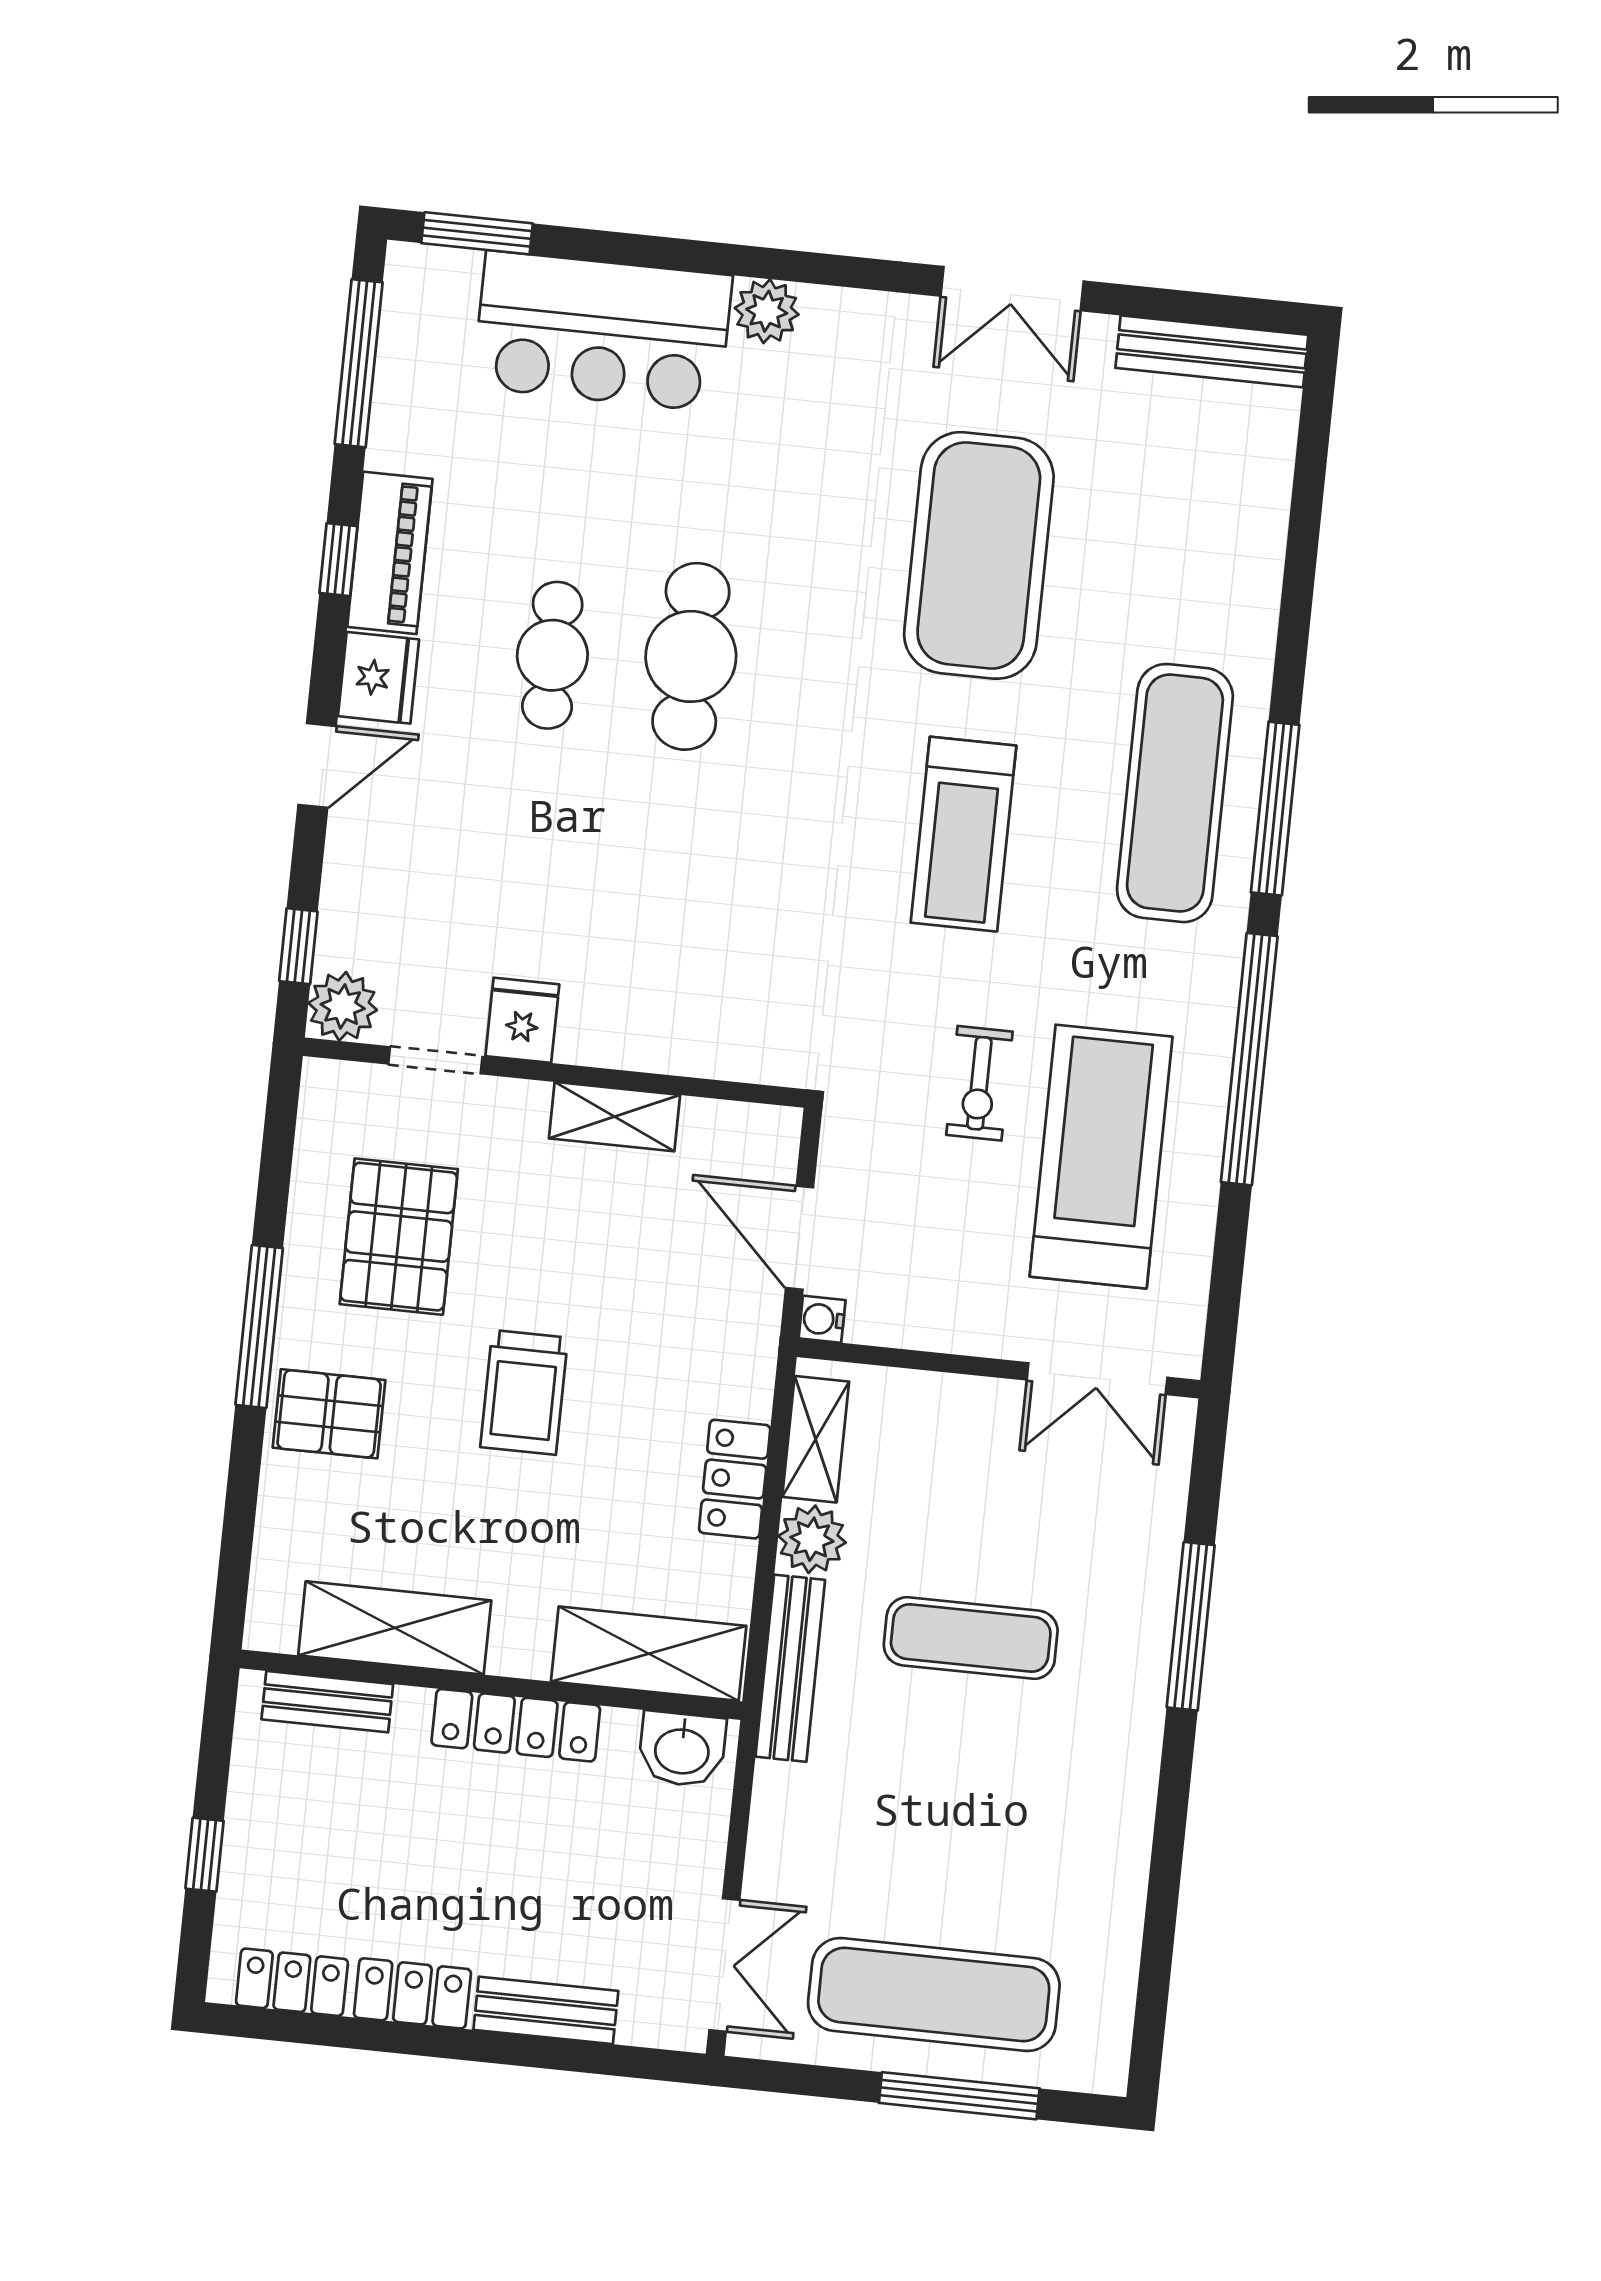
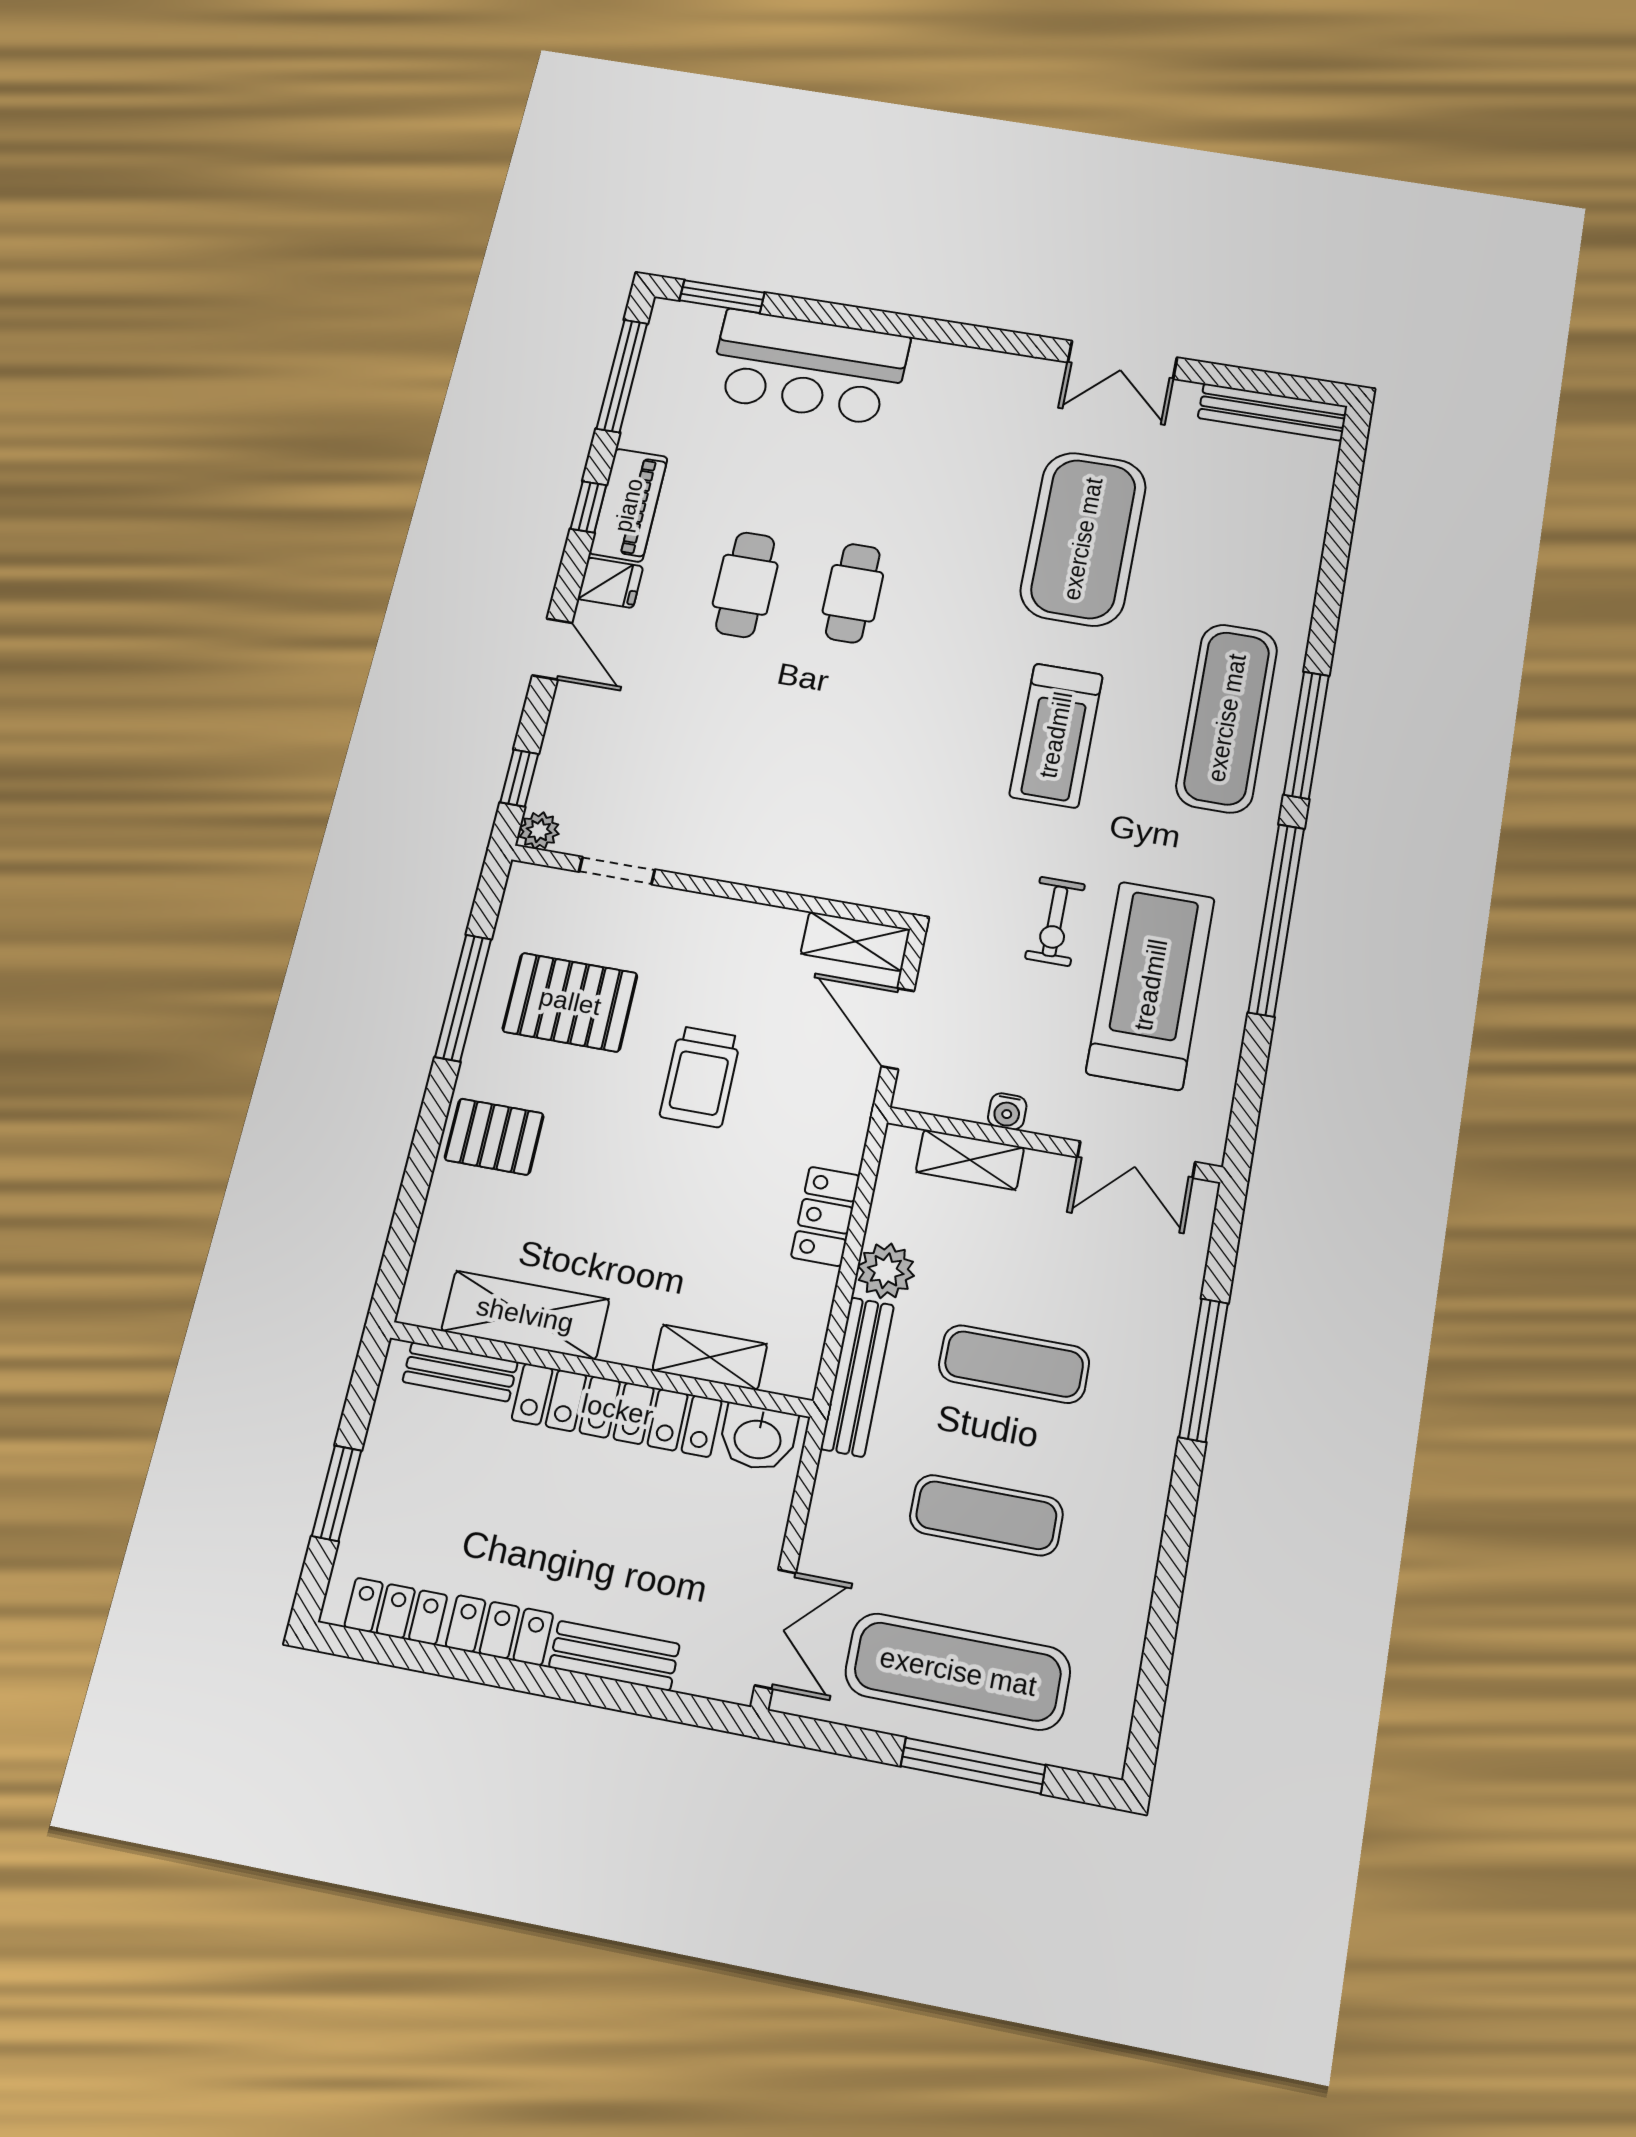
plant: (767, 311) -> (935, 362), removed
cafe table: (691, 656) -> (853, 593), width x0.73, depth x0.74
fridge: (378, 678) -> (610, 583), width x0.72
door: (317, 765) -> (552, 649), hinge flipped
plant: (343, 1006) -> (539, 831), width x0.73, depth x0.73
fridge: (522, 1020) -> (690, 846), removed
shelving: (614, 1117) -> (855, 941), moved
pallet: (399, 1237) -> (570, 1002), turned 90
water cooler: (822, 1319) -> (1007, 1111), moved, turned -90
window: (259, 1326) -> (463, 998), moved
trolley: (524, 1392) -> (700, 1077), moved
shelving: (816, 1439) -> (970, 1160), moved, turned 90
shelving: (649, 1654) -> (710, 1357), width x0.67, depth x0.75
locker: (516, 1725) -> (617, 1410), width x1.41, depth x1.21
exercise mat: (952, 1816) -> (986, 1515), added
window: (205, 1855) -> (337, 1493), width x1.50

